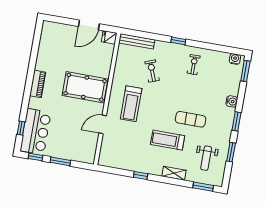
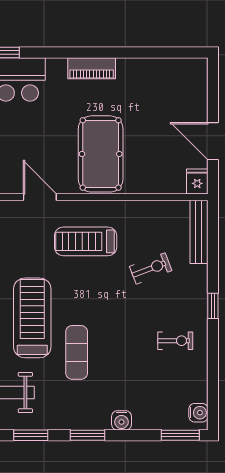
treadmill: (168, 140) -> (32, 318), width x1.37, depth x1.38

